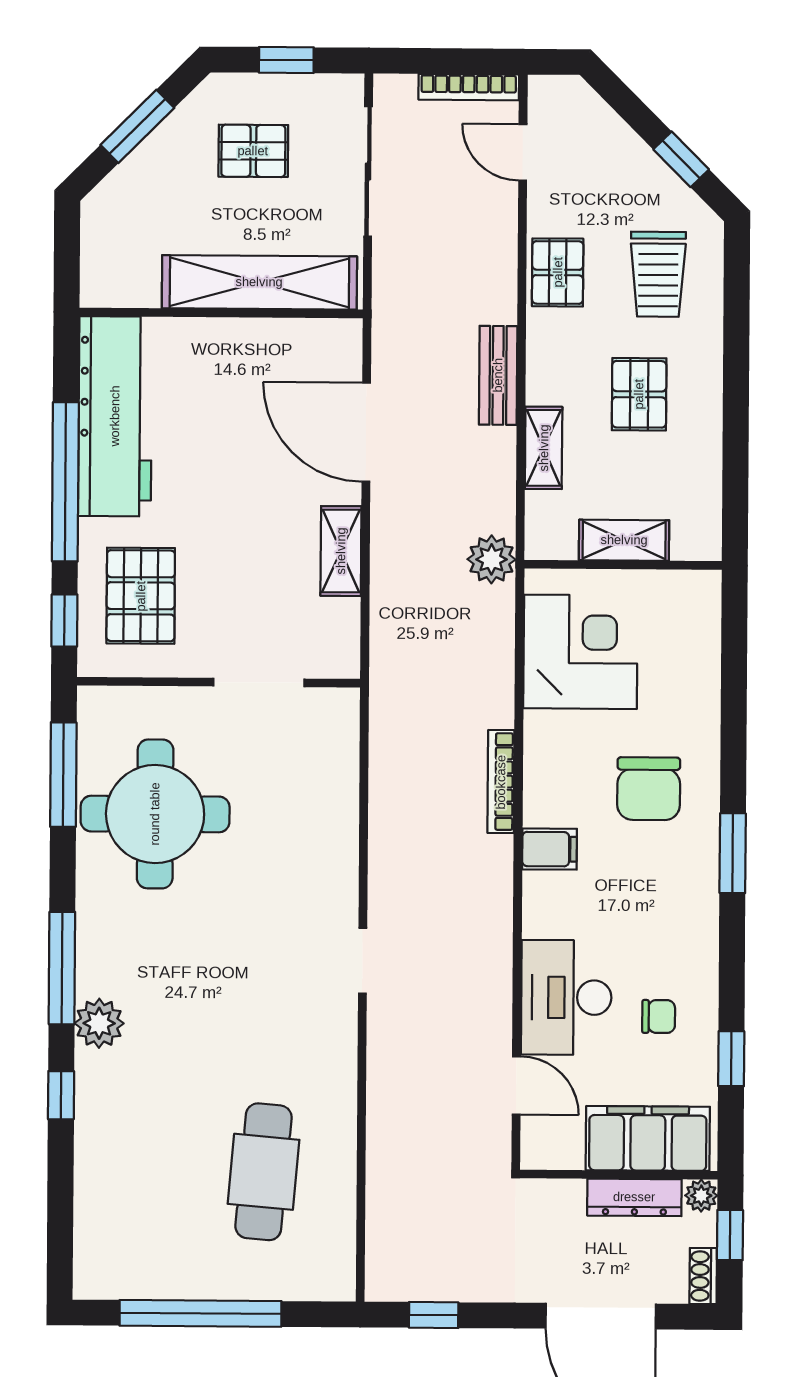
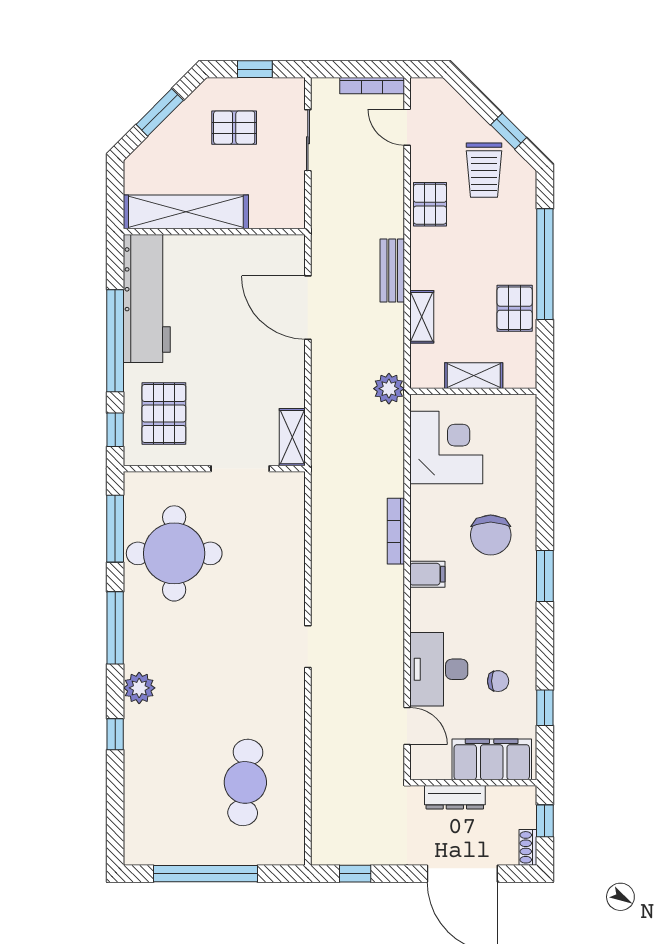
sliding door: (368, 171) -> (308, 140), width x0.73
trolley: (658, 274) -> (484, 170), moved
shelving: (259, 282) -> (186, 212), moved
window: (736, 367) -> (545, 264), added
pallet: (639, 394) -> (515, 308), moved
shelving: (341, 551) -> (292, 437), moved
window: (62, 968) -> (115, 628), moved
plant: (701, 1196) -> (526, 796), removed
dresser: (634, 1197) -> (455, 797), moved

